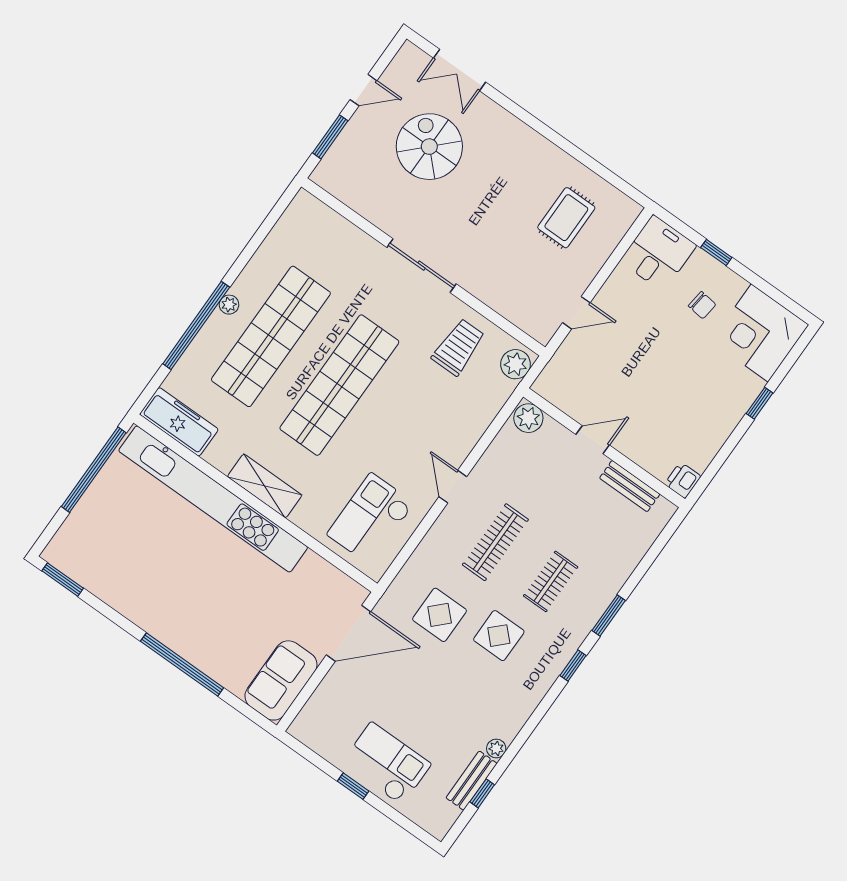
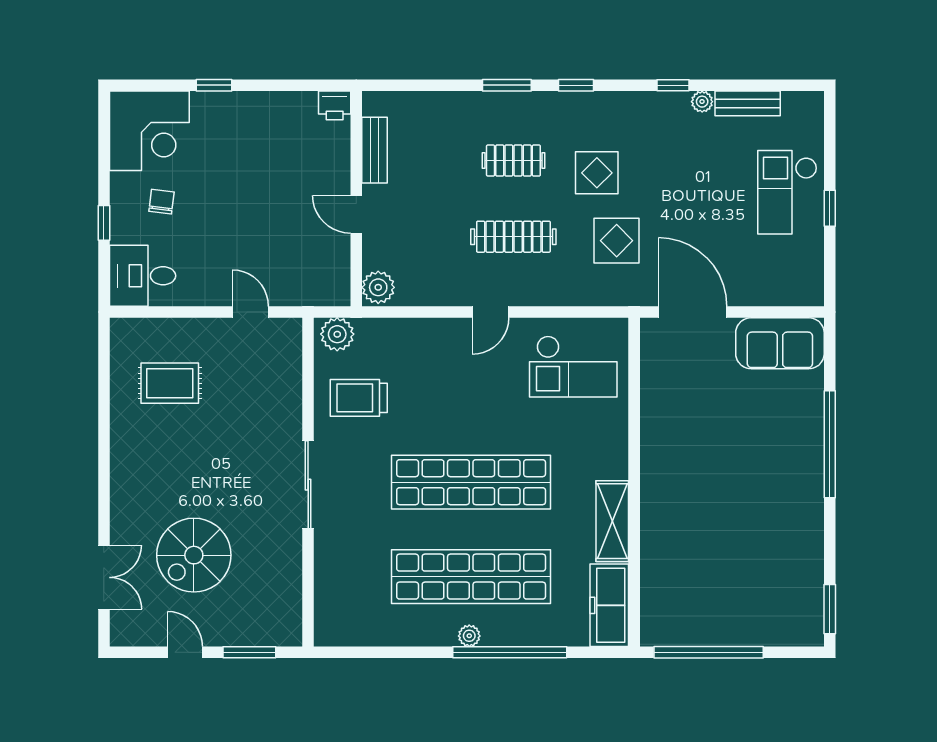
shelving: (265, 486) -> (612, 521), moved
kitchen unit: (213, 499) -> (658, 524), removed
window: (482, 793) -> (673, 85), moved

